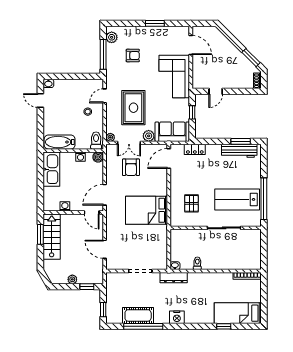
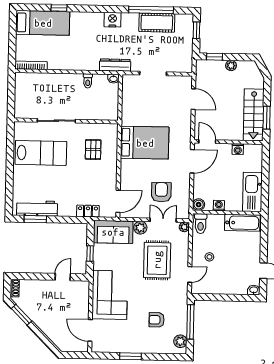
window: (264, 199) -> (10, 153), removed

